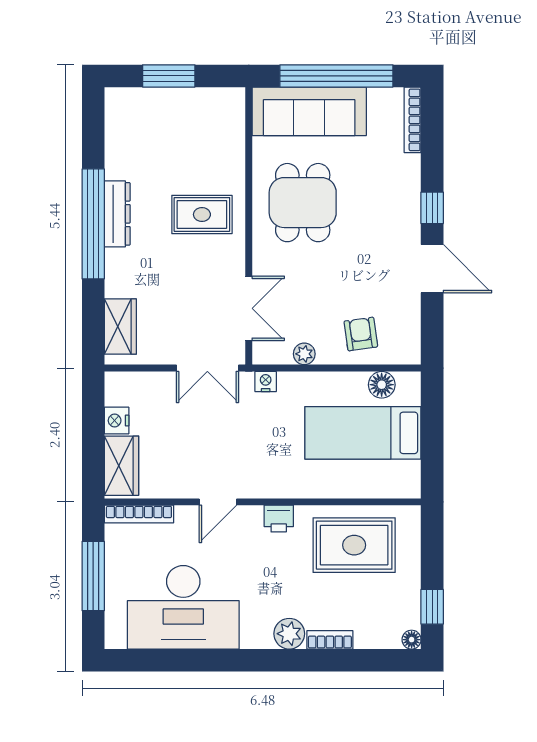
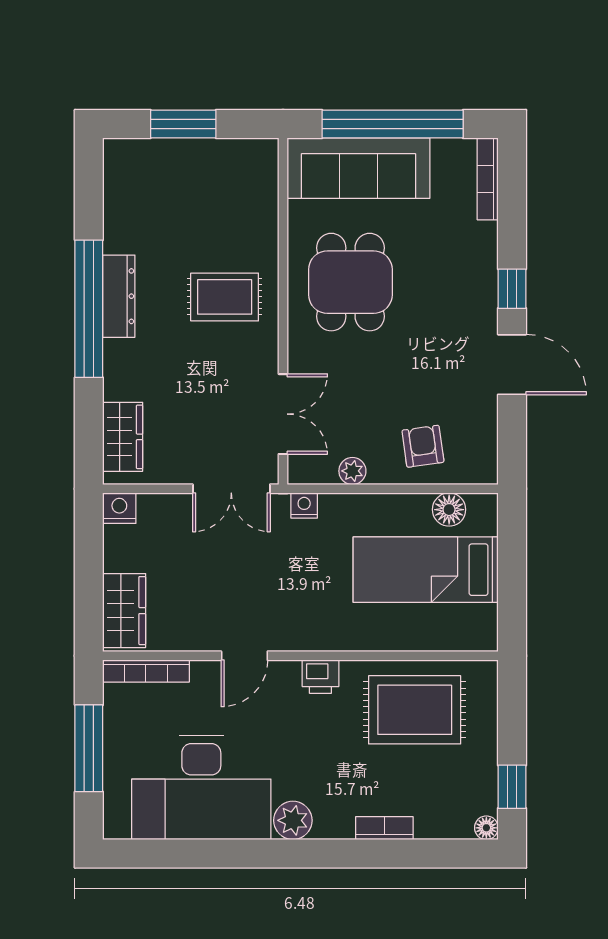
nightstand: (117, 421) -> (119, 508), moved, turned 90
plant: (289, 634) -> (293, 820), moved

